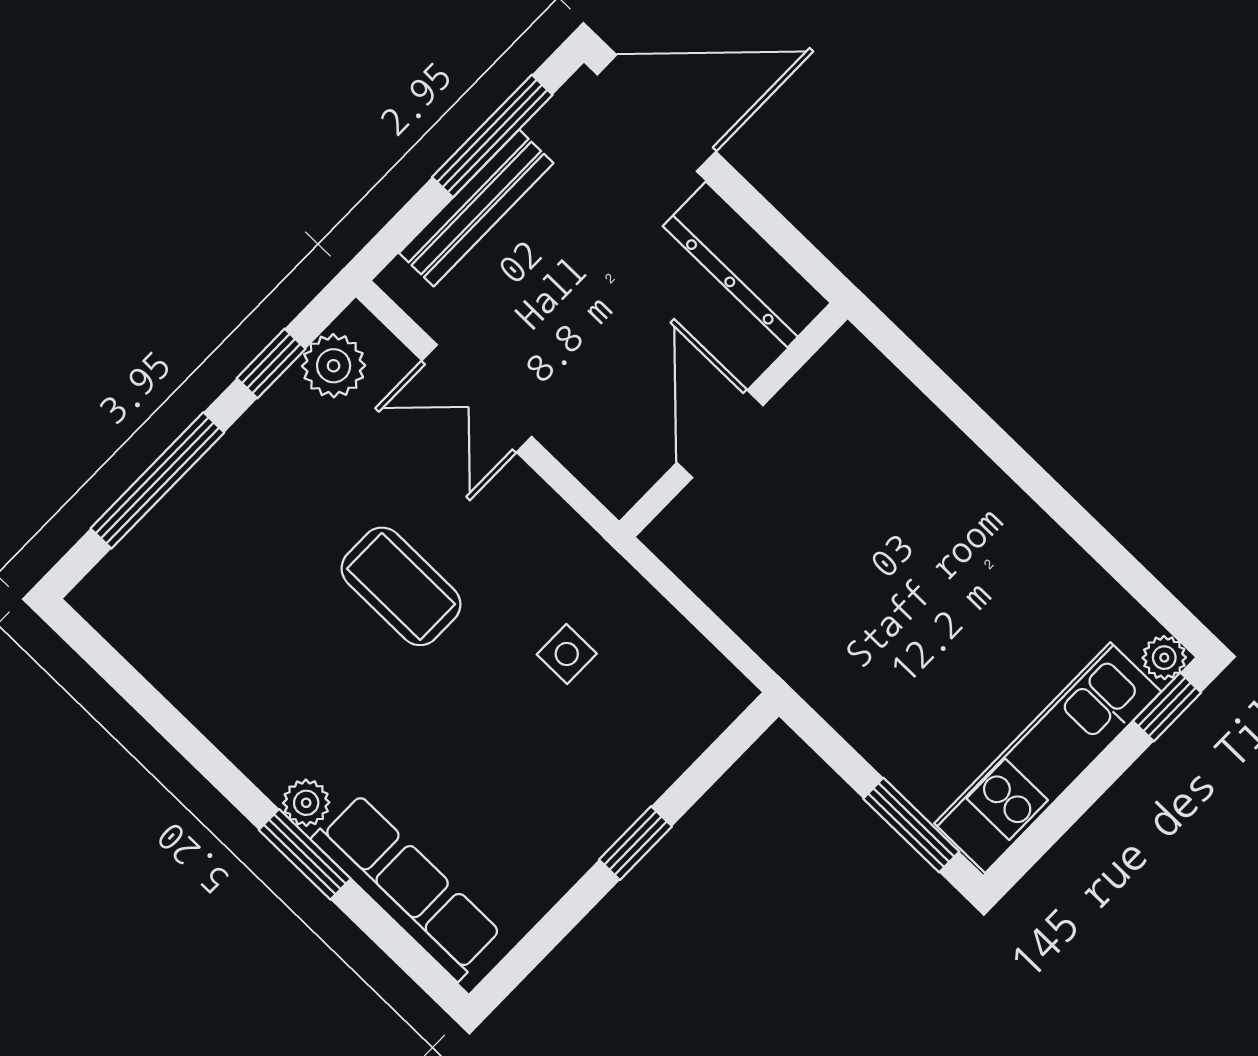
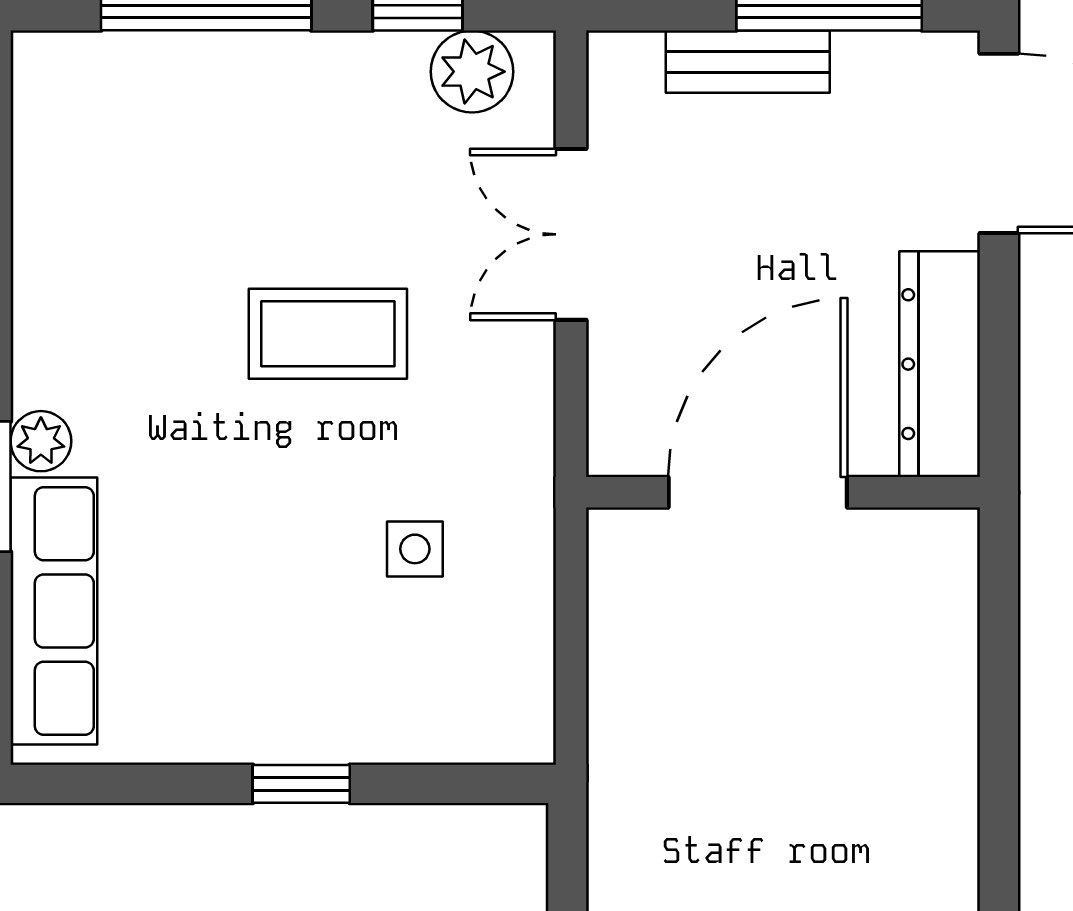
bench: (476, 208) -> (748, 62), width x0.73
door: (720, 434) -> (758, 492), width x1.36
coffee table: (401, 586) -> (328, 334), turned 90

